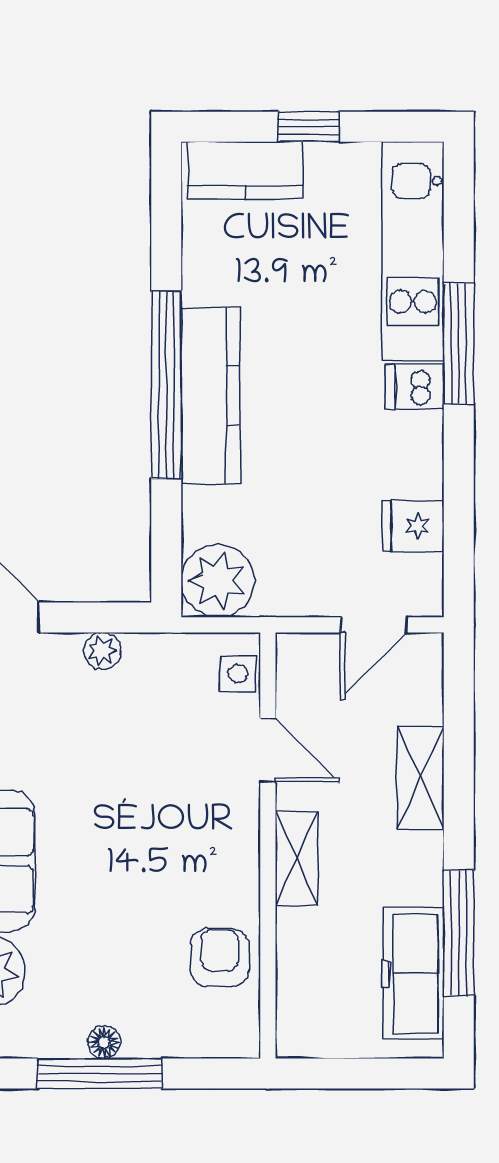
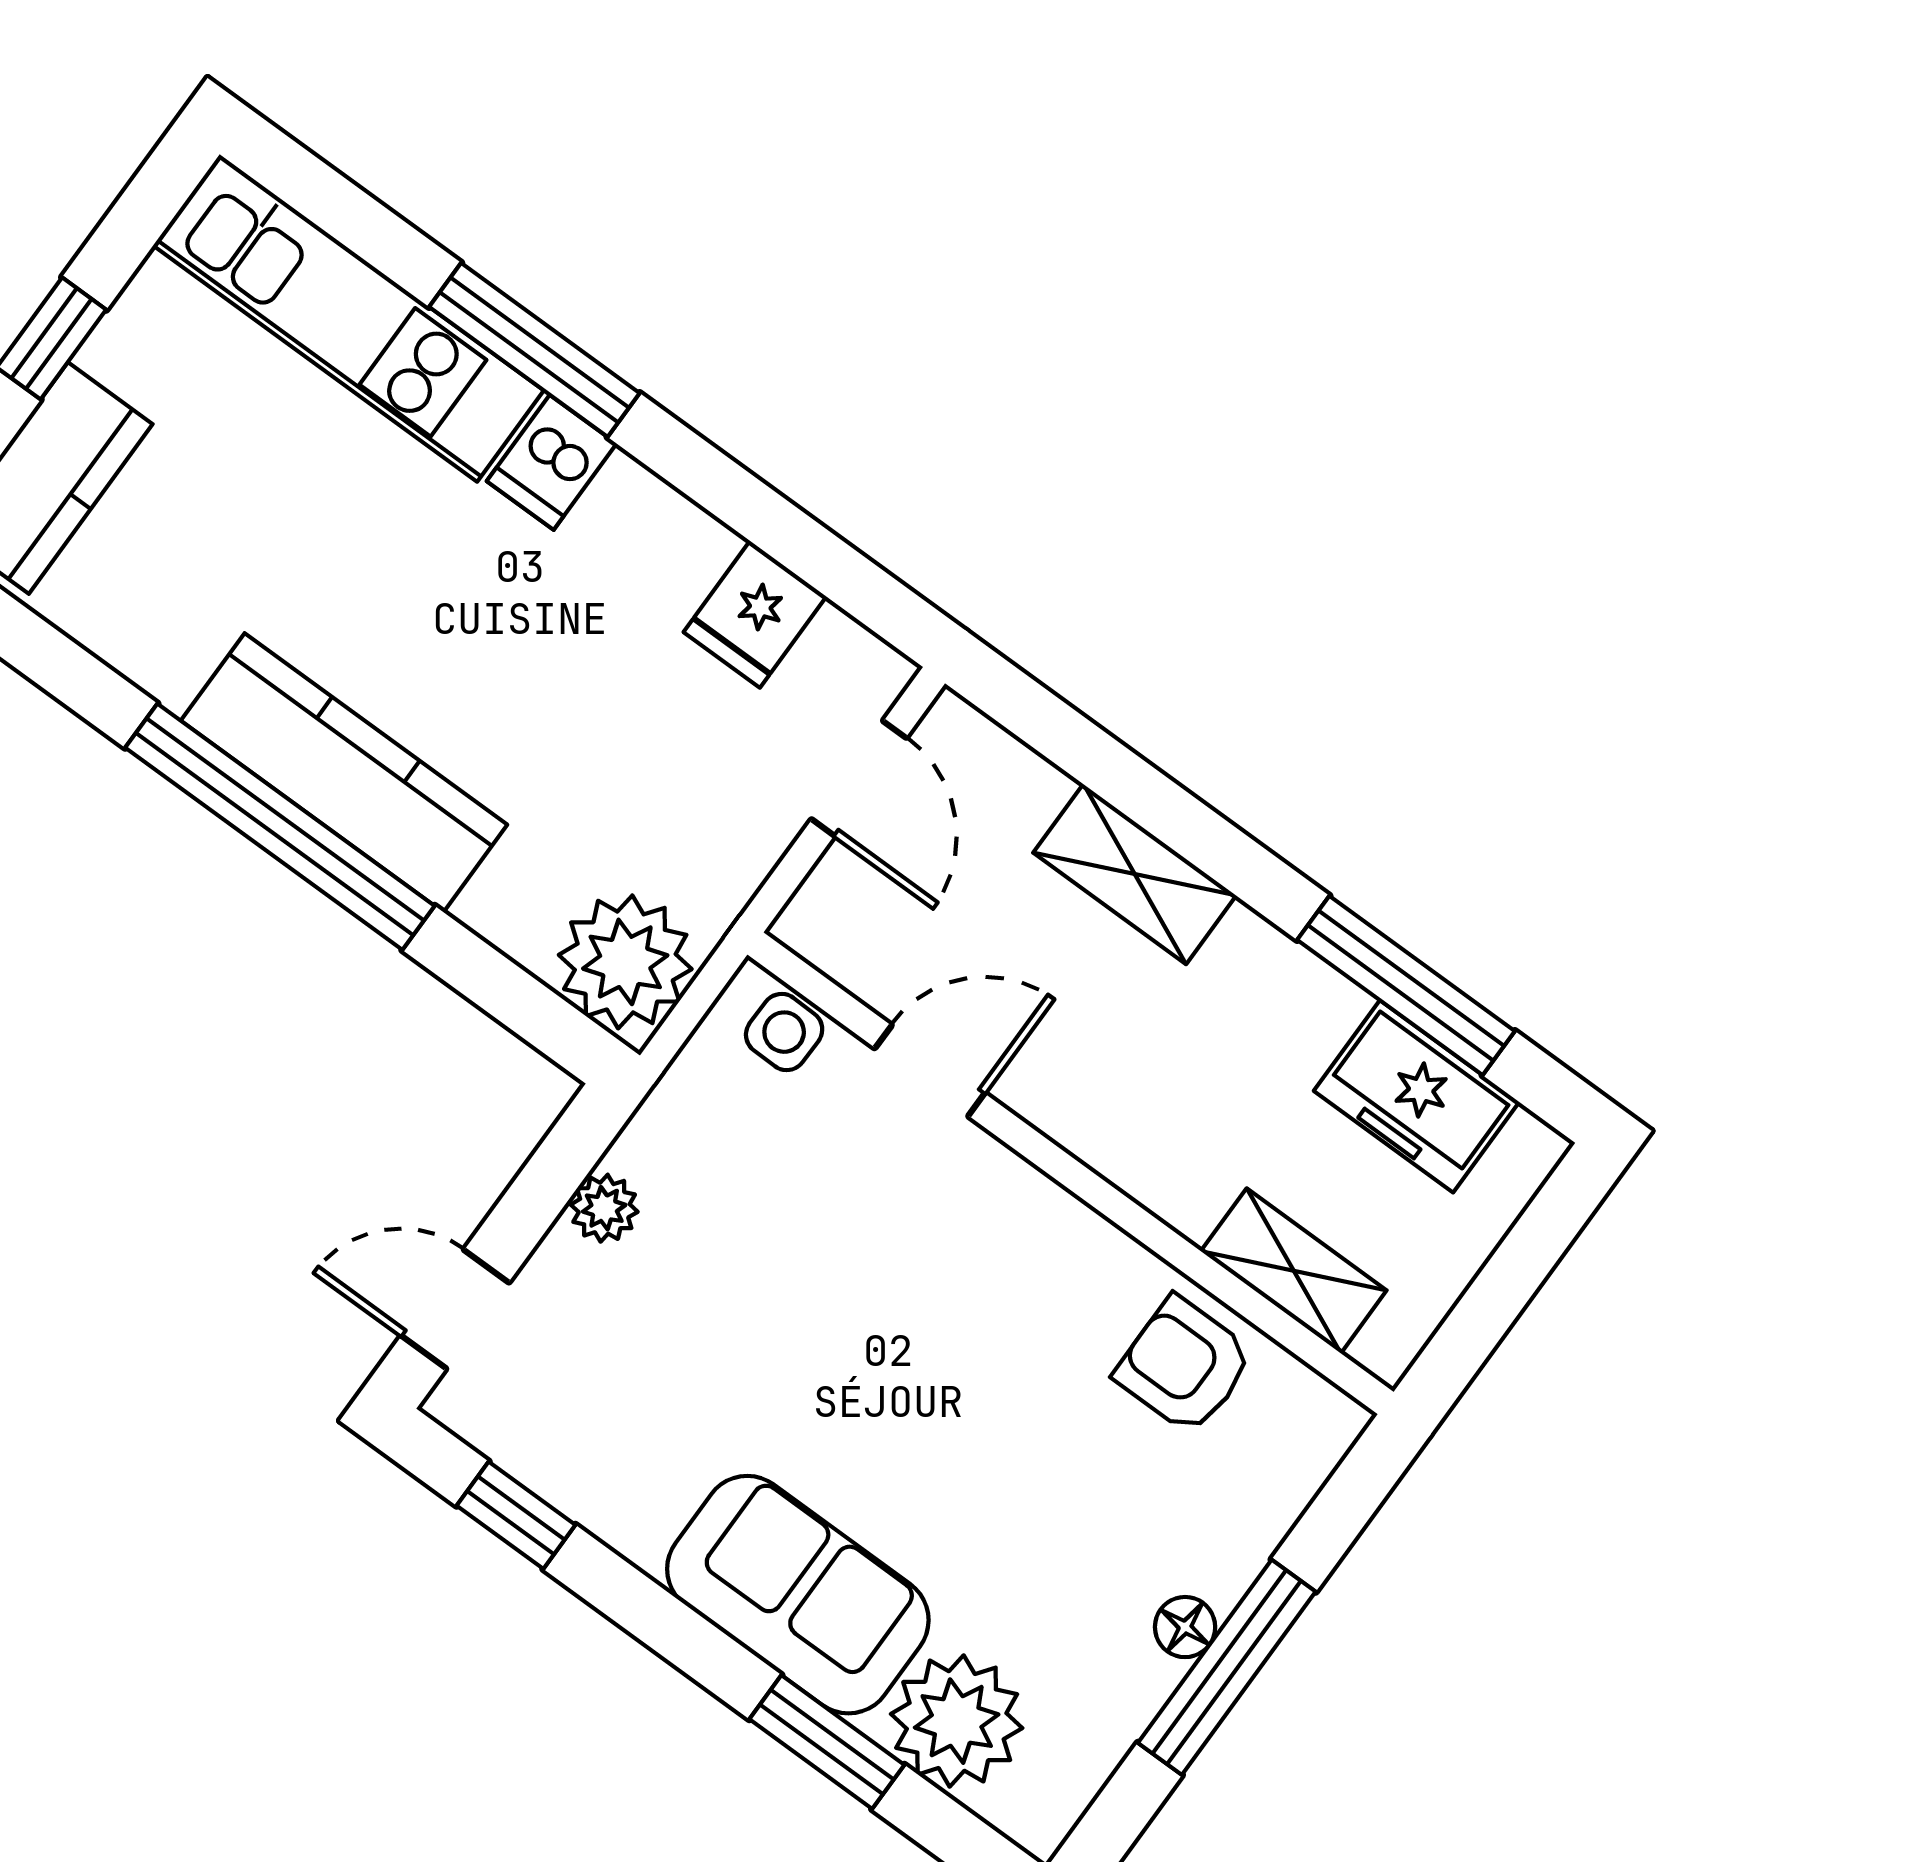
shelving: (297, 859) -> (1294, 1271), moved
freezer: (413, 973) -> (1416, 1096), width x0.71

